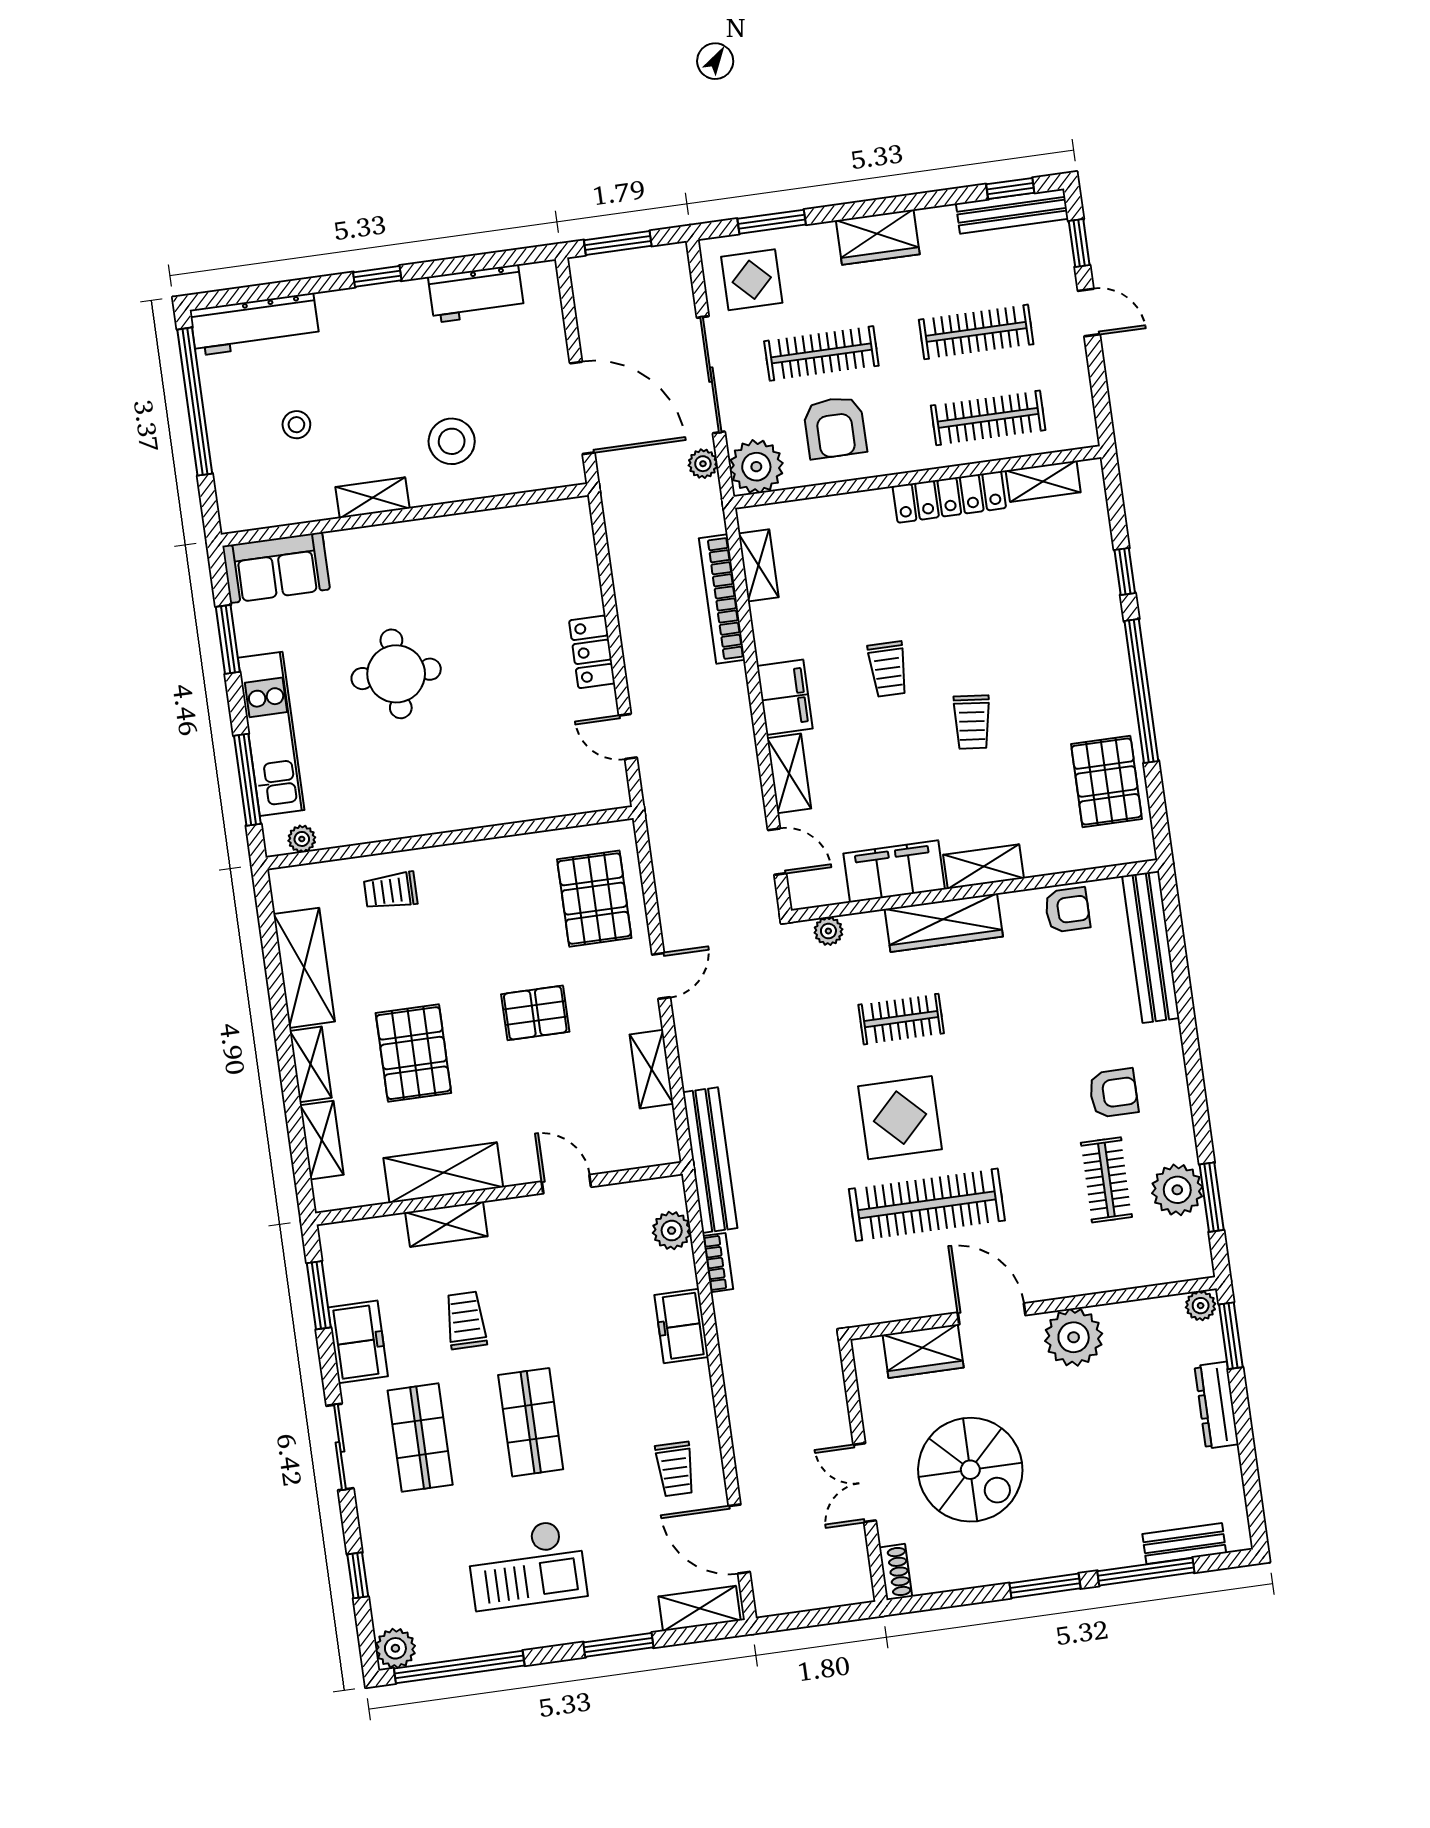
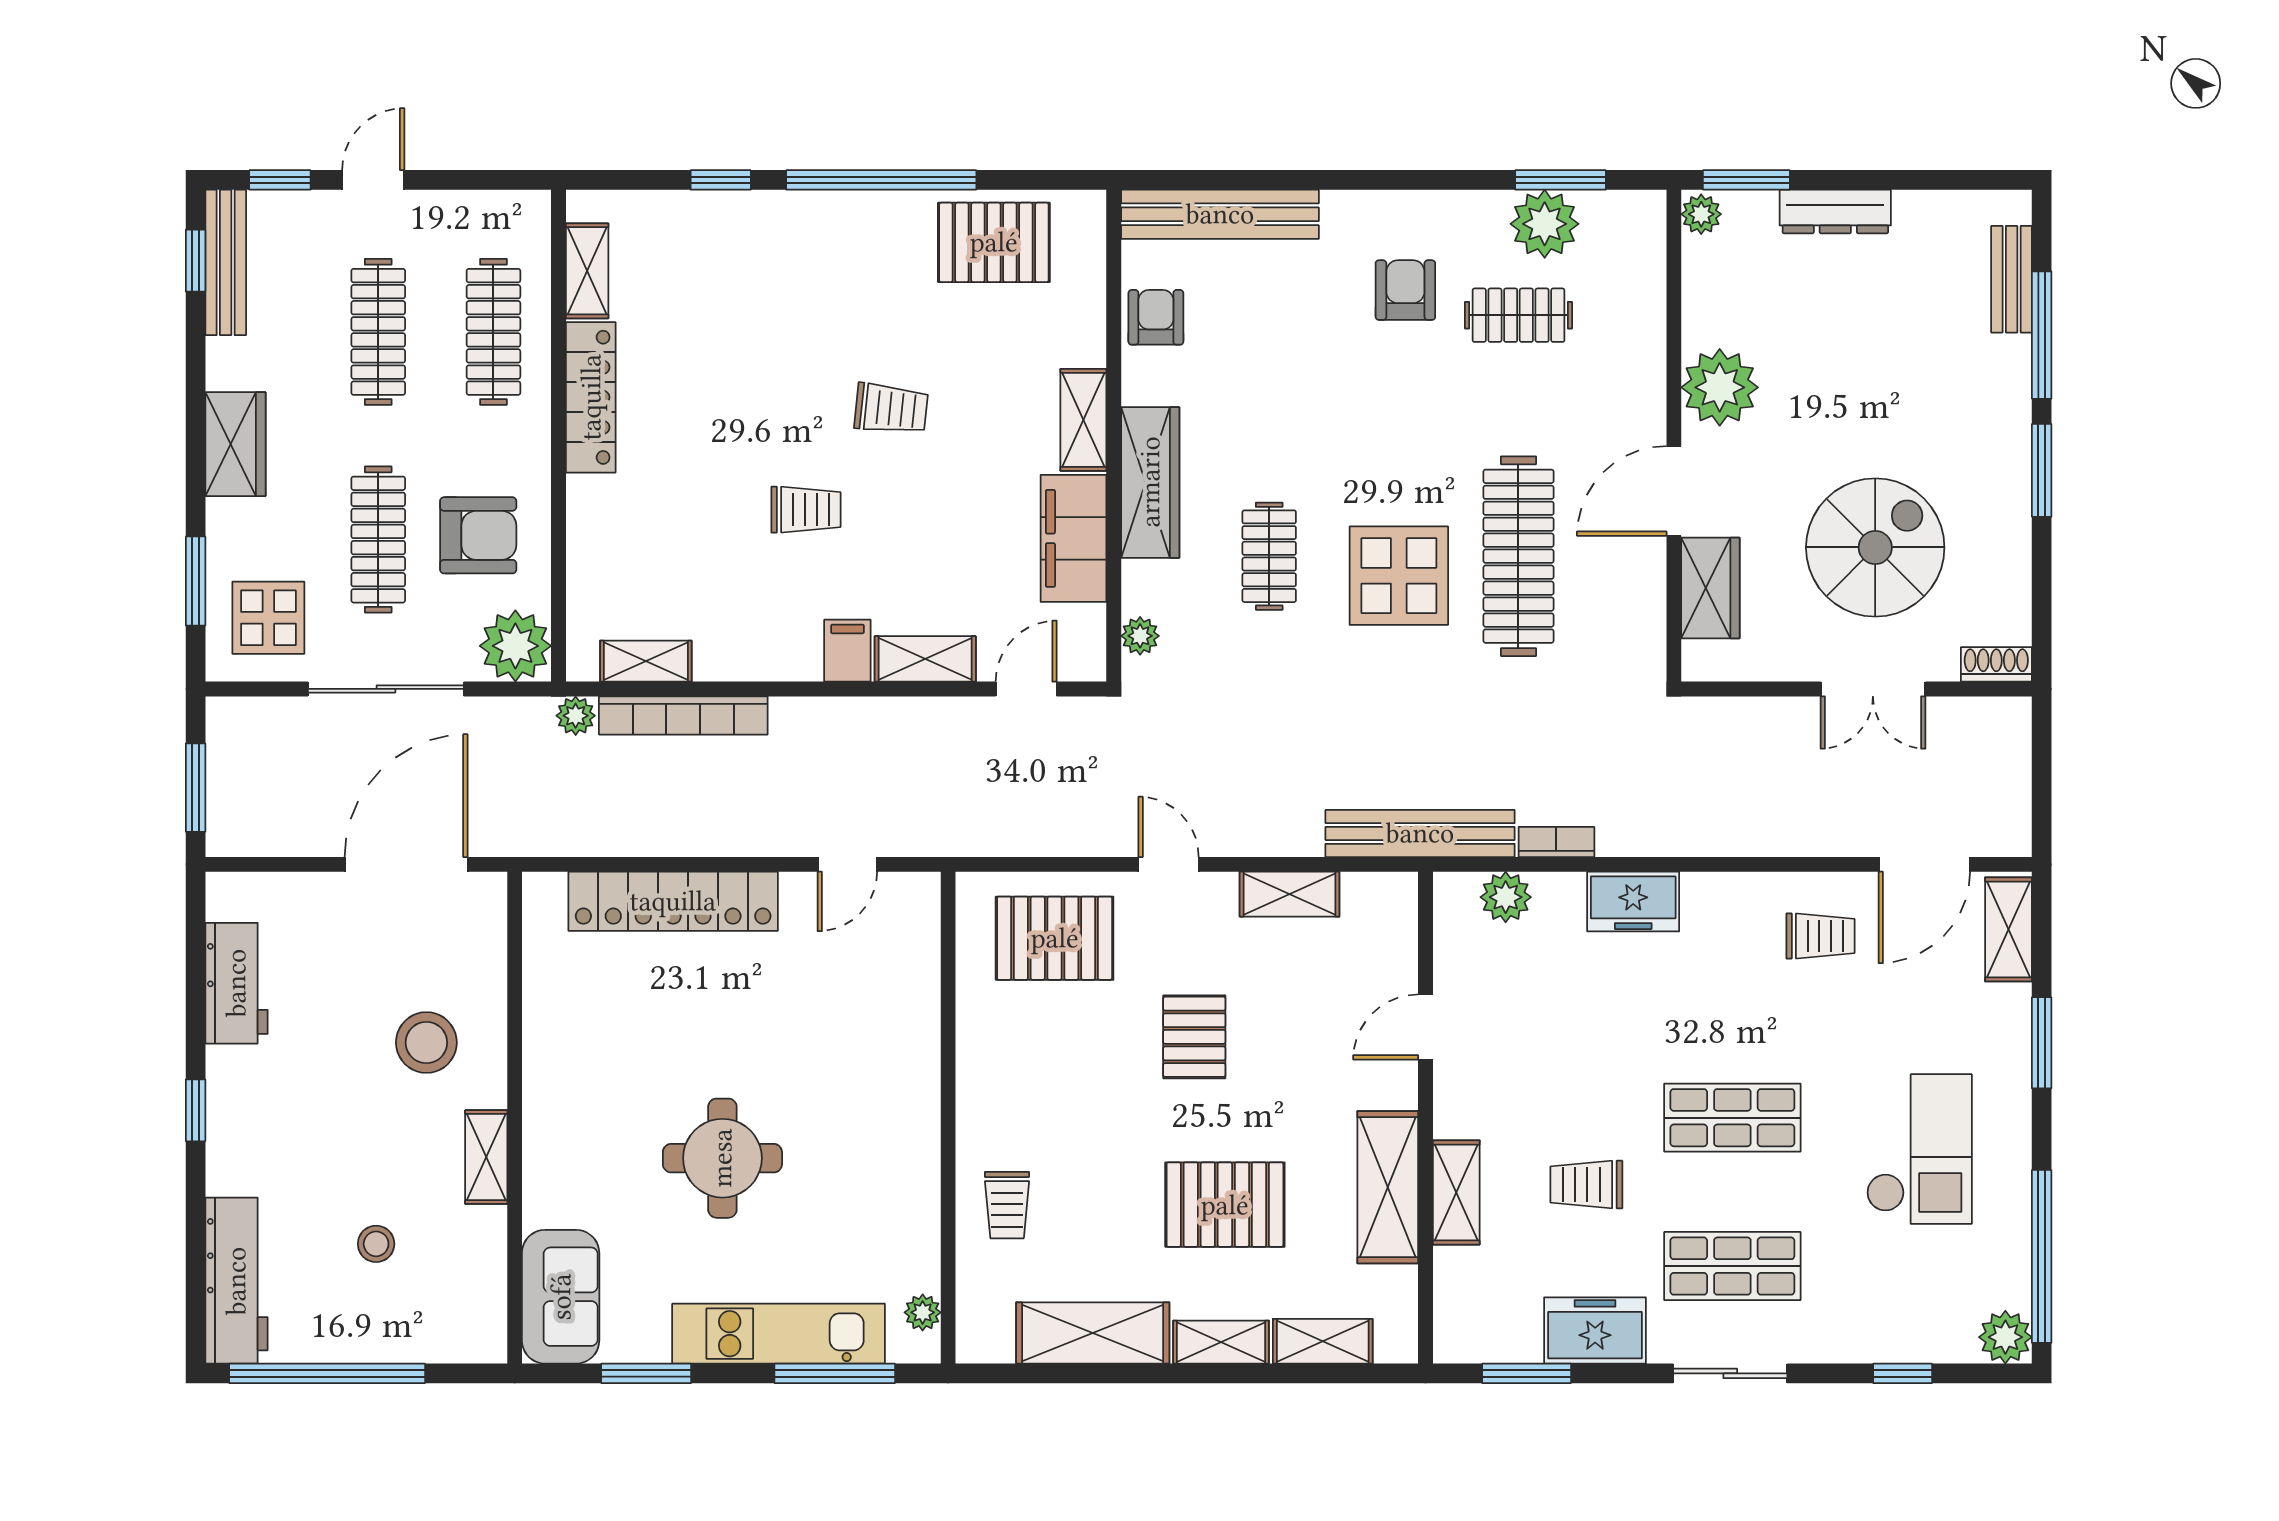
plant: (703, 464) -> (576, 716), moved
locker: (592, 652) -> (673, 901), width x2.16, depth x1.21
filing cabinet: (785, 697) -> (847, 651), width x0.50

